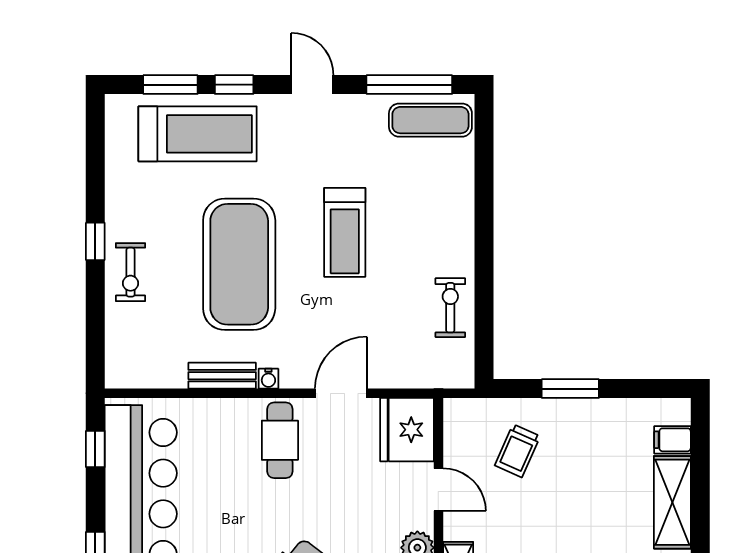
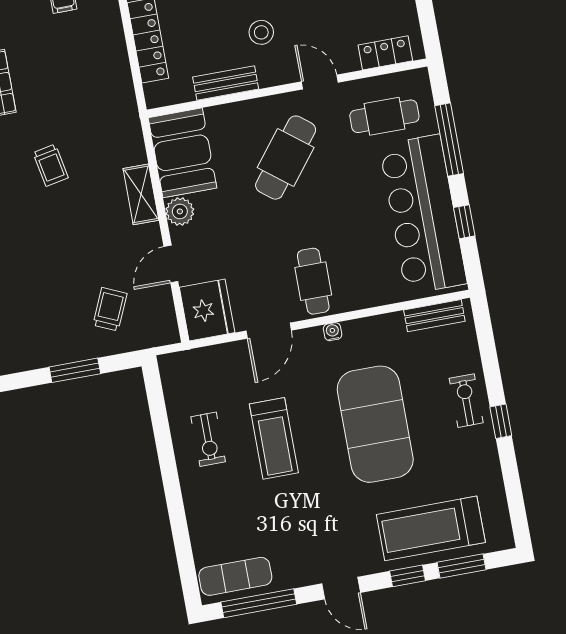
treadmill: (345, 232) -> (274, 438), moved, turned 180
exercise bike: (450, 308) -> (208, 439), moved
bench: (222, 376) -> (434, 316), moved
window: (95, 449) -> (464, 222), moved
door: (438, 490) -> (171, 264), hinge flipped

